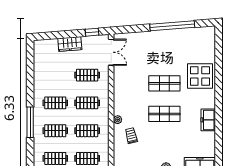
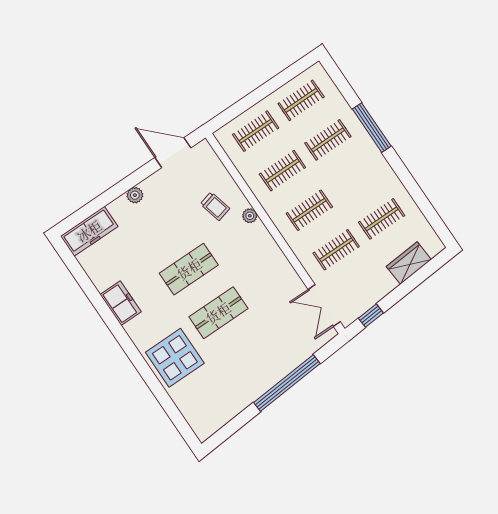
window: (172, 26) -> (287, 383), moved
wardrobe: (70, 44) -> (409, 263), moved
clothes rail: (55, 103) -> (382, 219), moved

